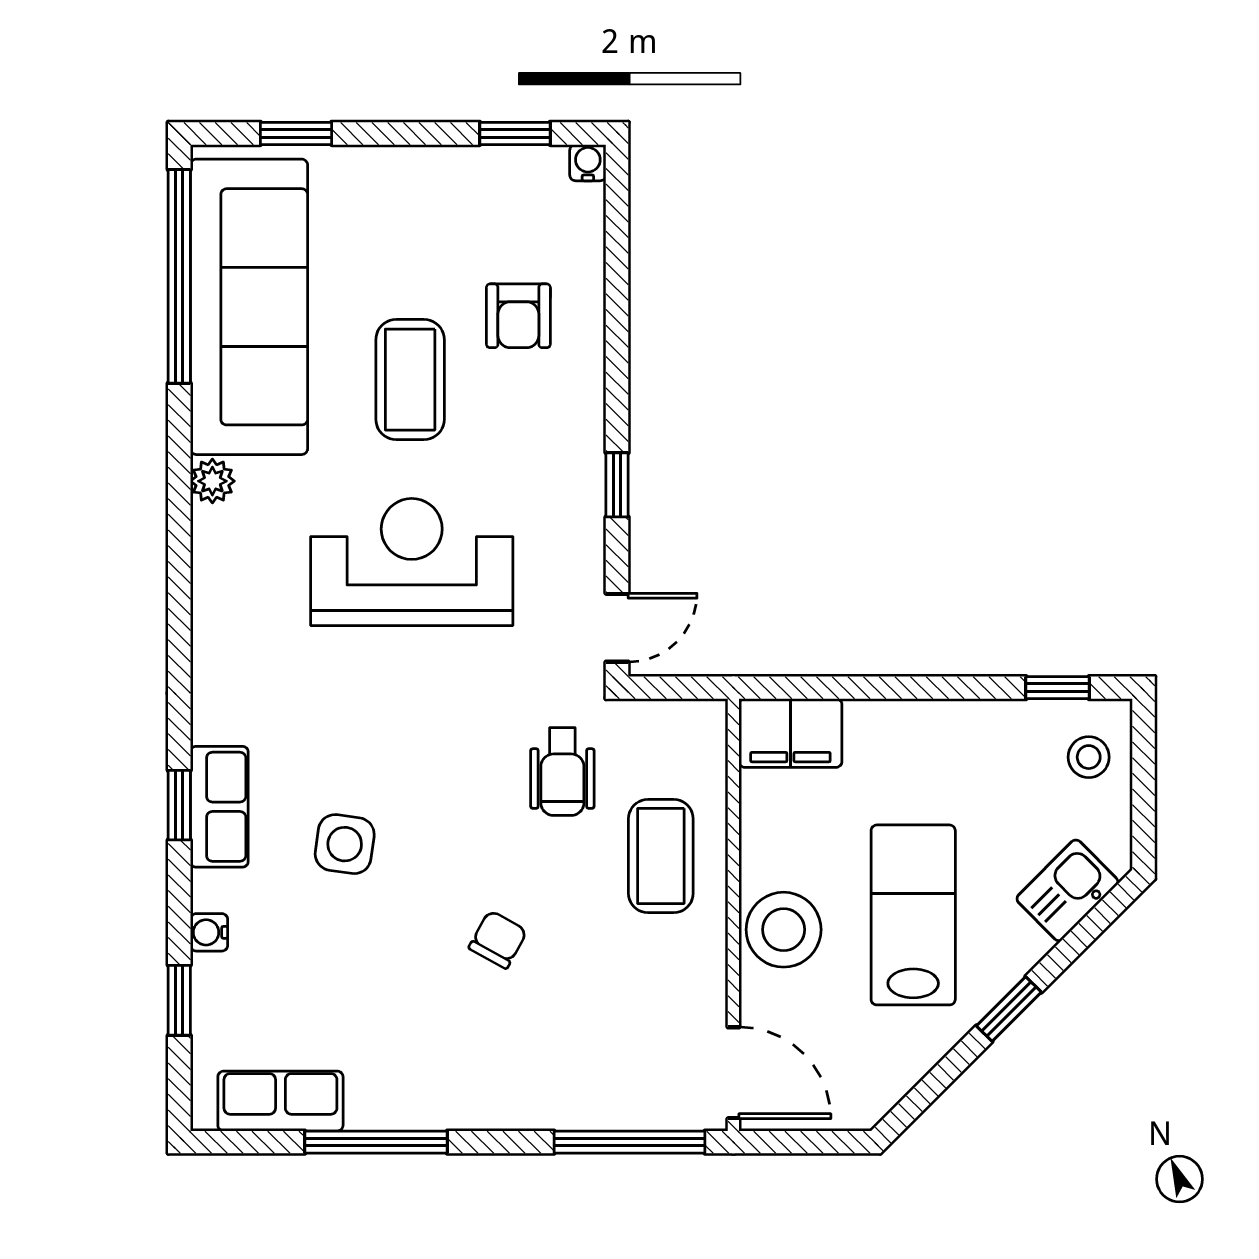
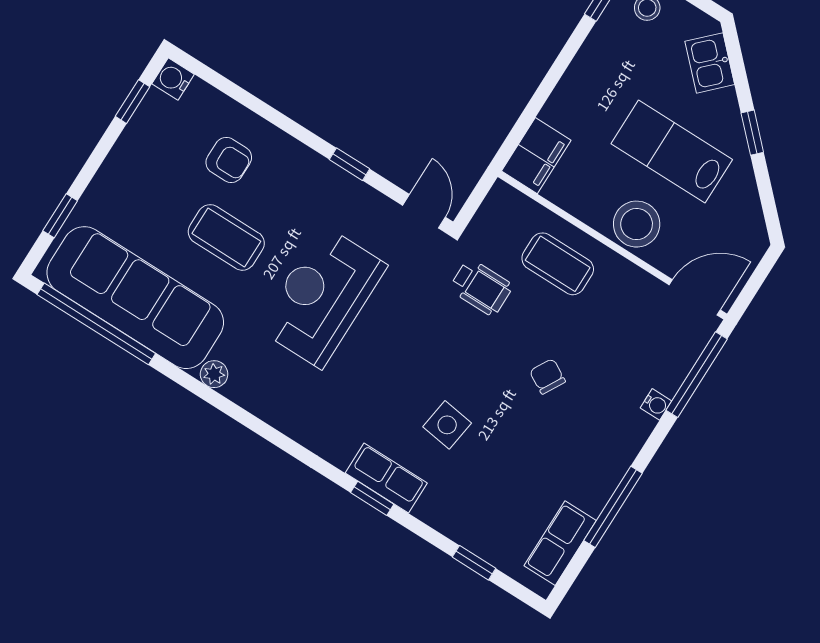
water cooler: (588, 163) -> (173, 79), width x1.38, depth x1.38
water cooler: (209, 932) -> (656, 404), moved, turned -90

